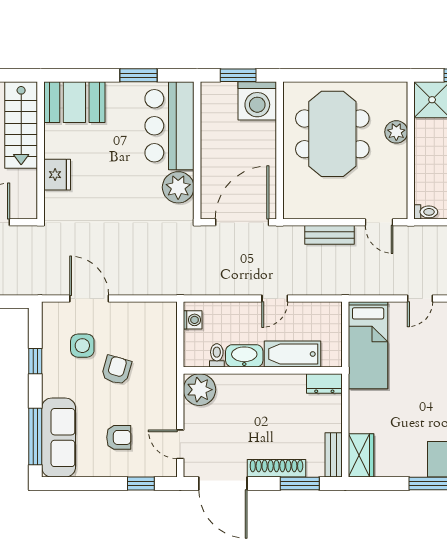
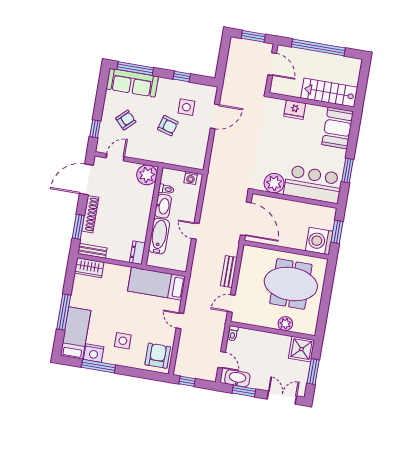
armchair: (119, 437) -> (126, 120), turned -134

